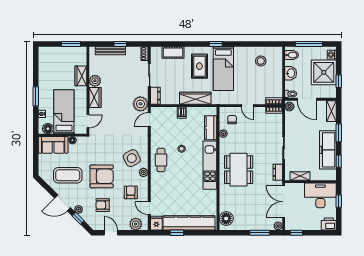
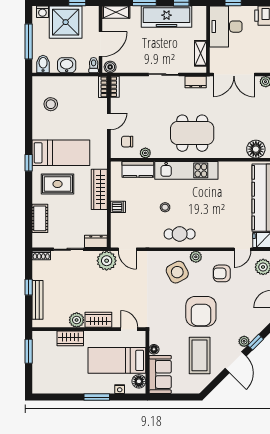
armchair: (102, 176) -> (201, 311), turned 180
armchair: (103, 205) -> (238, 310), removed

